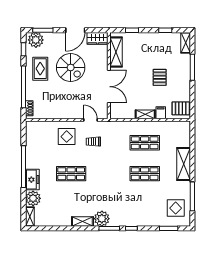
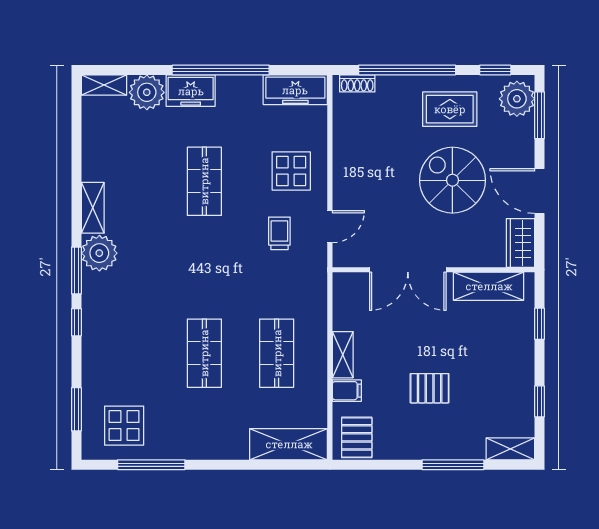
spiral stairs: (71, 67) -> (452, 180), turned 90
freezer: (32, 135) -> (295, 90), added
shelving: (184, 164) -> (289, 444), moved

